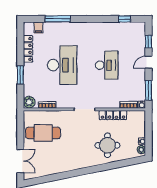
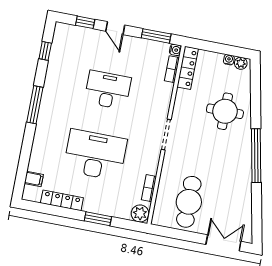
window: (58, 19) -> (35, 105), moved
locker: (113, 115) -> (188, 68), moved
window: (82, 172) -> (256, 156), added

